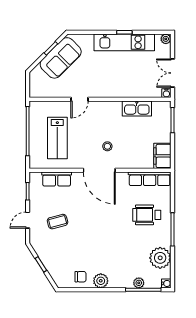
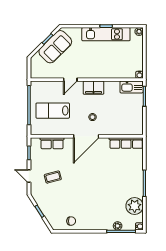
double door: (172, 73) -> (144, 59), removed
kitchen sink: (137, 108) -> (132, 87), moved
lab bench: (57, 138) -> (53, 111), turned 90
filing cabinet: (162, 156) -> (93, 88), moved, turned -90
door: (99, 170) -> (86, 136), hinge flipped
wheelchair: (147, 215) -> (124, 172), removed
door: (28, 220) -> (29, 176), hinge flipped
plant: (101, 281) -> (87, 224), removed

